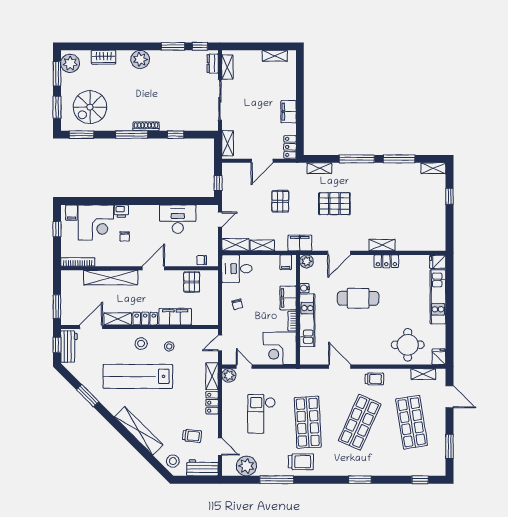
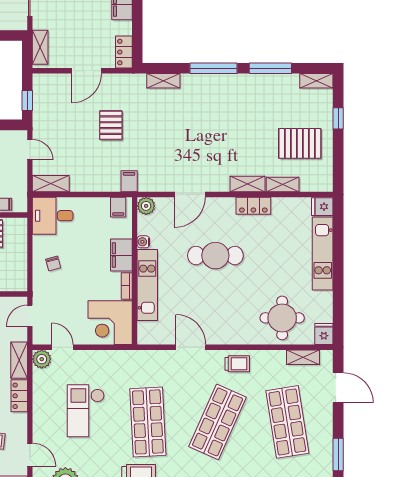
pallet: (334, 204) -> (300, 143), moved
door: (220, 220) -> (30, 150), hinge flipped
filing cabinet: (300, 243) -> (129, 181), width x0.50
shelving: (262, 245) -> (283, 185), moved

